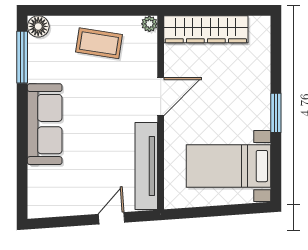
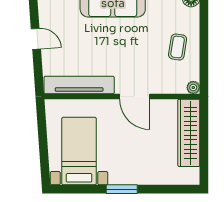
coffee table: (99, 43) -> (178, 47), width x0.73, depth x0.77
door: (112, 218) -> (36, 39), moved

